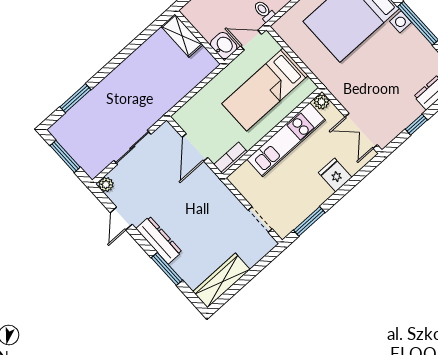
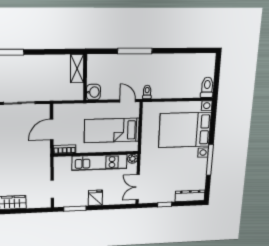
shelving: (182, 36) -> (77, 69), moved
wall: (199, 37) -> (85, 77), moved
washbasin: (224, 46) -> (93, 92), moved
fridge: (335, 175) -> (95, 198), moved

